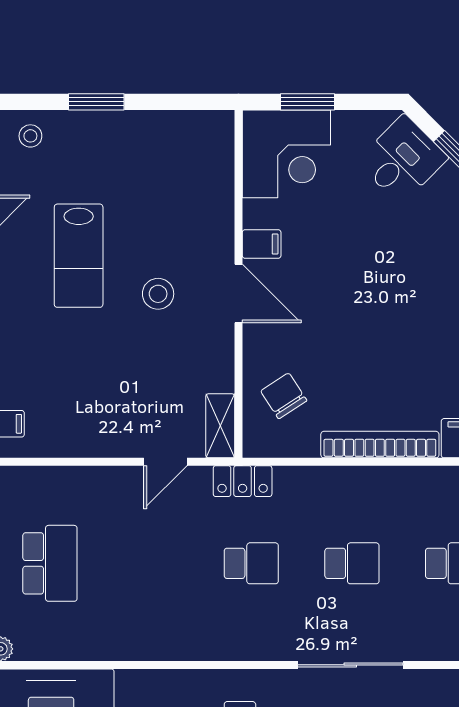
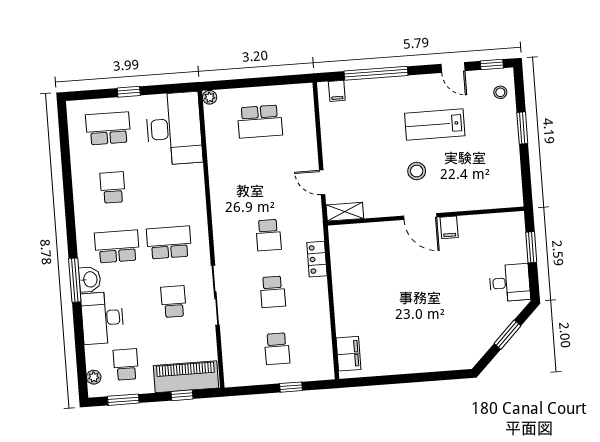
corner desk: (286, 154) -> (501, 237), removed
desk: (402, 160) -> (510, 283), moved, turned -45
door: (239, 293) -> (420, 216), hinge flipped
chair: (284, 396) -> (364, 246), removed
bookcase: (380, 445) -> (341, 303), removed
locker: (243, 481) -> (317, 259), moved

